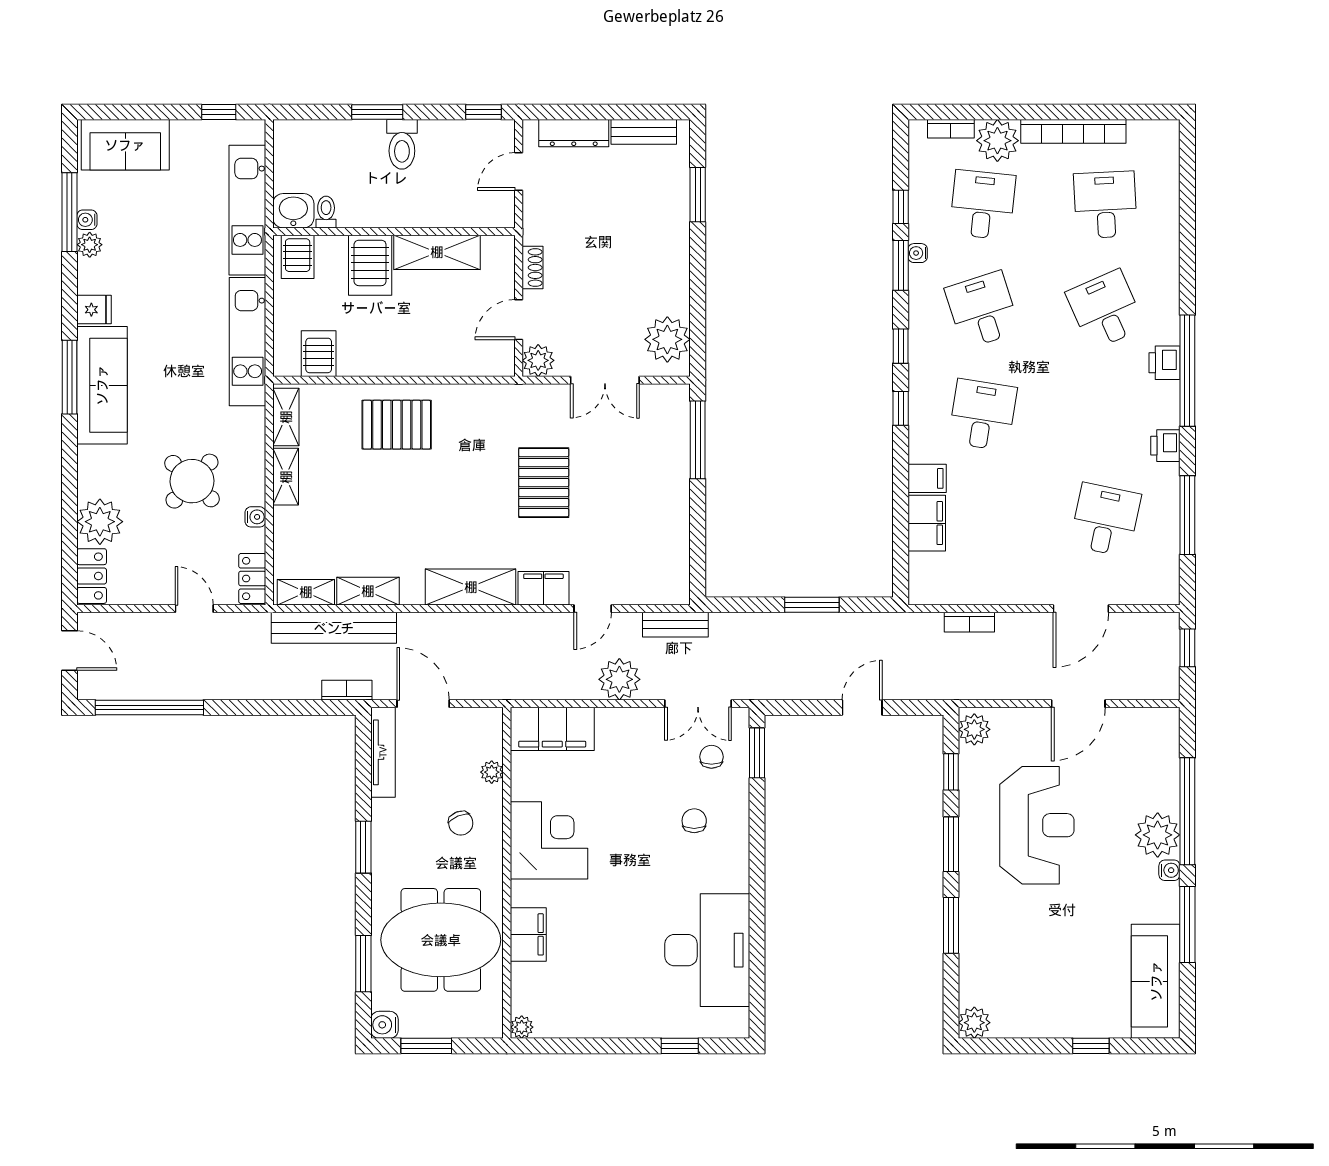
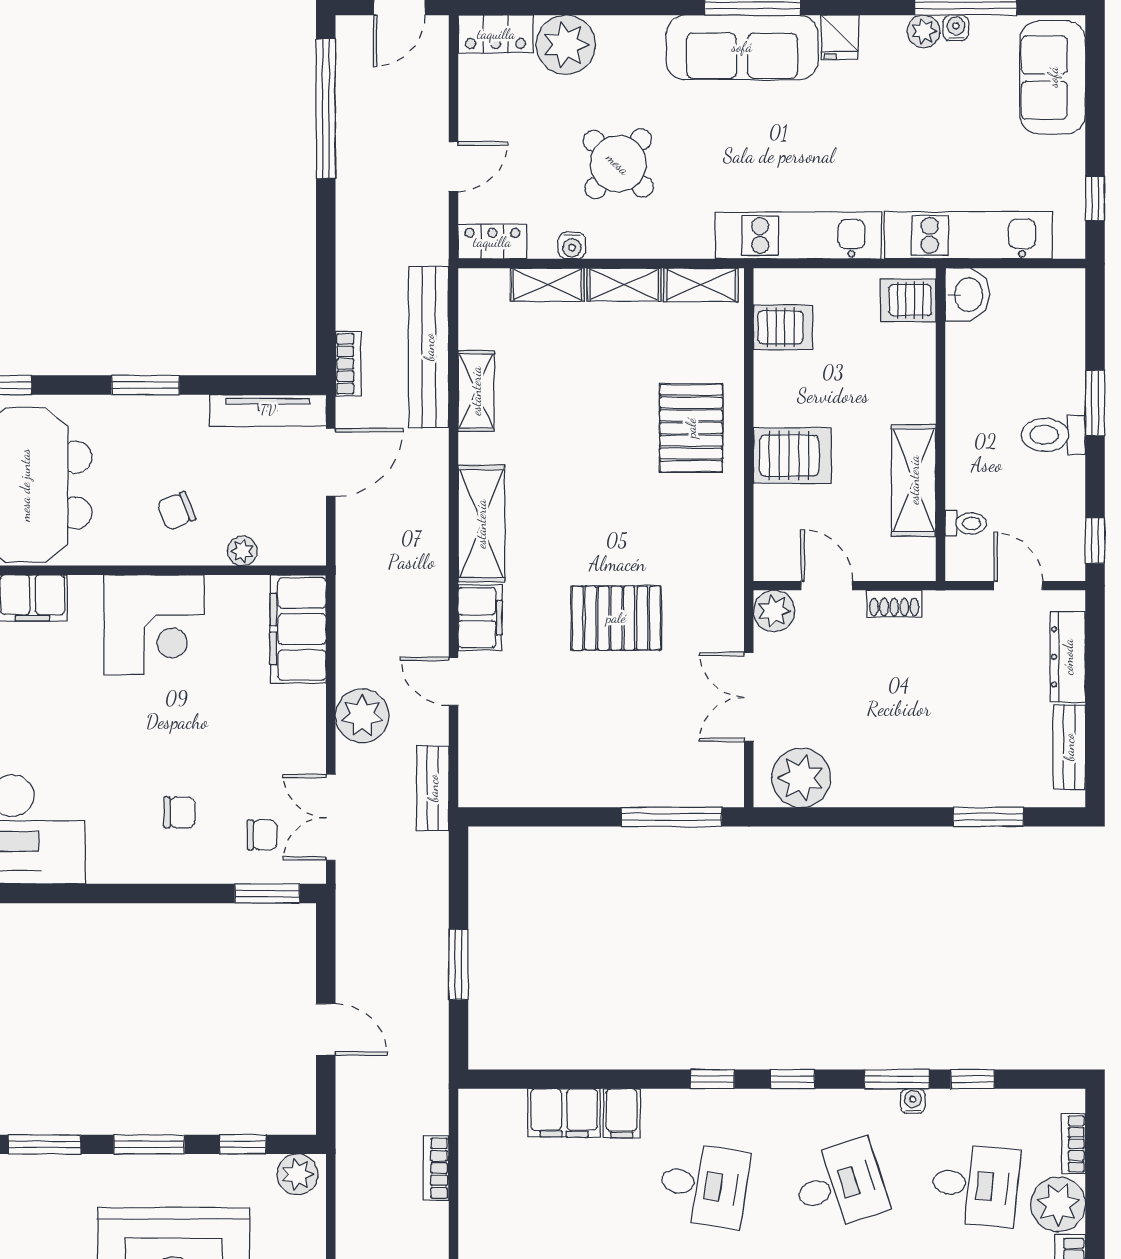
toilet: (326, 212) -> (966, 523), moved
server rack: (370, 265) -> (792, 456), moved, turned 180
shelving: (306, 592) -> (547, 285), moved, turned 90

